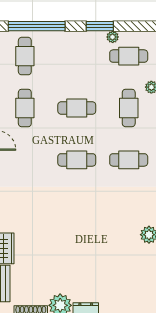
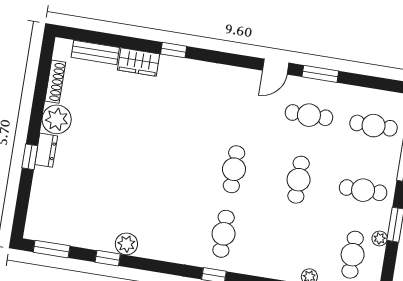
cafe table: (129, 108) -> (363, 190), moved

